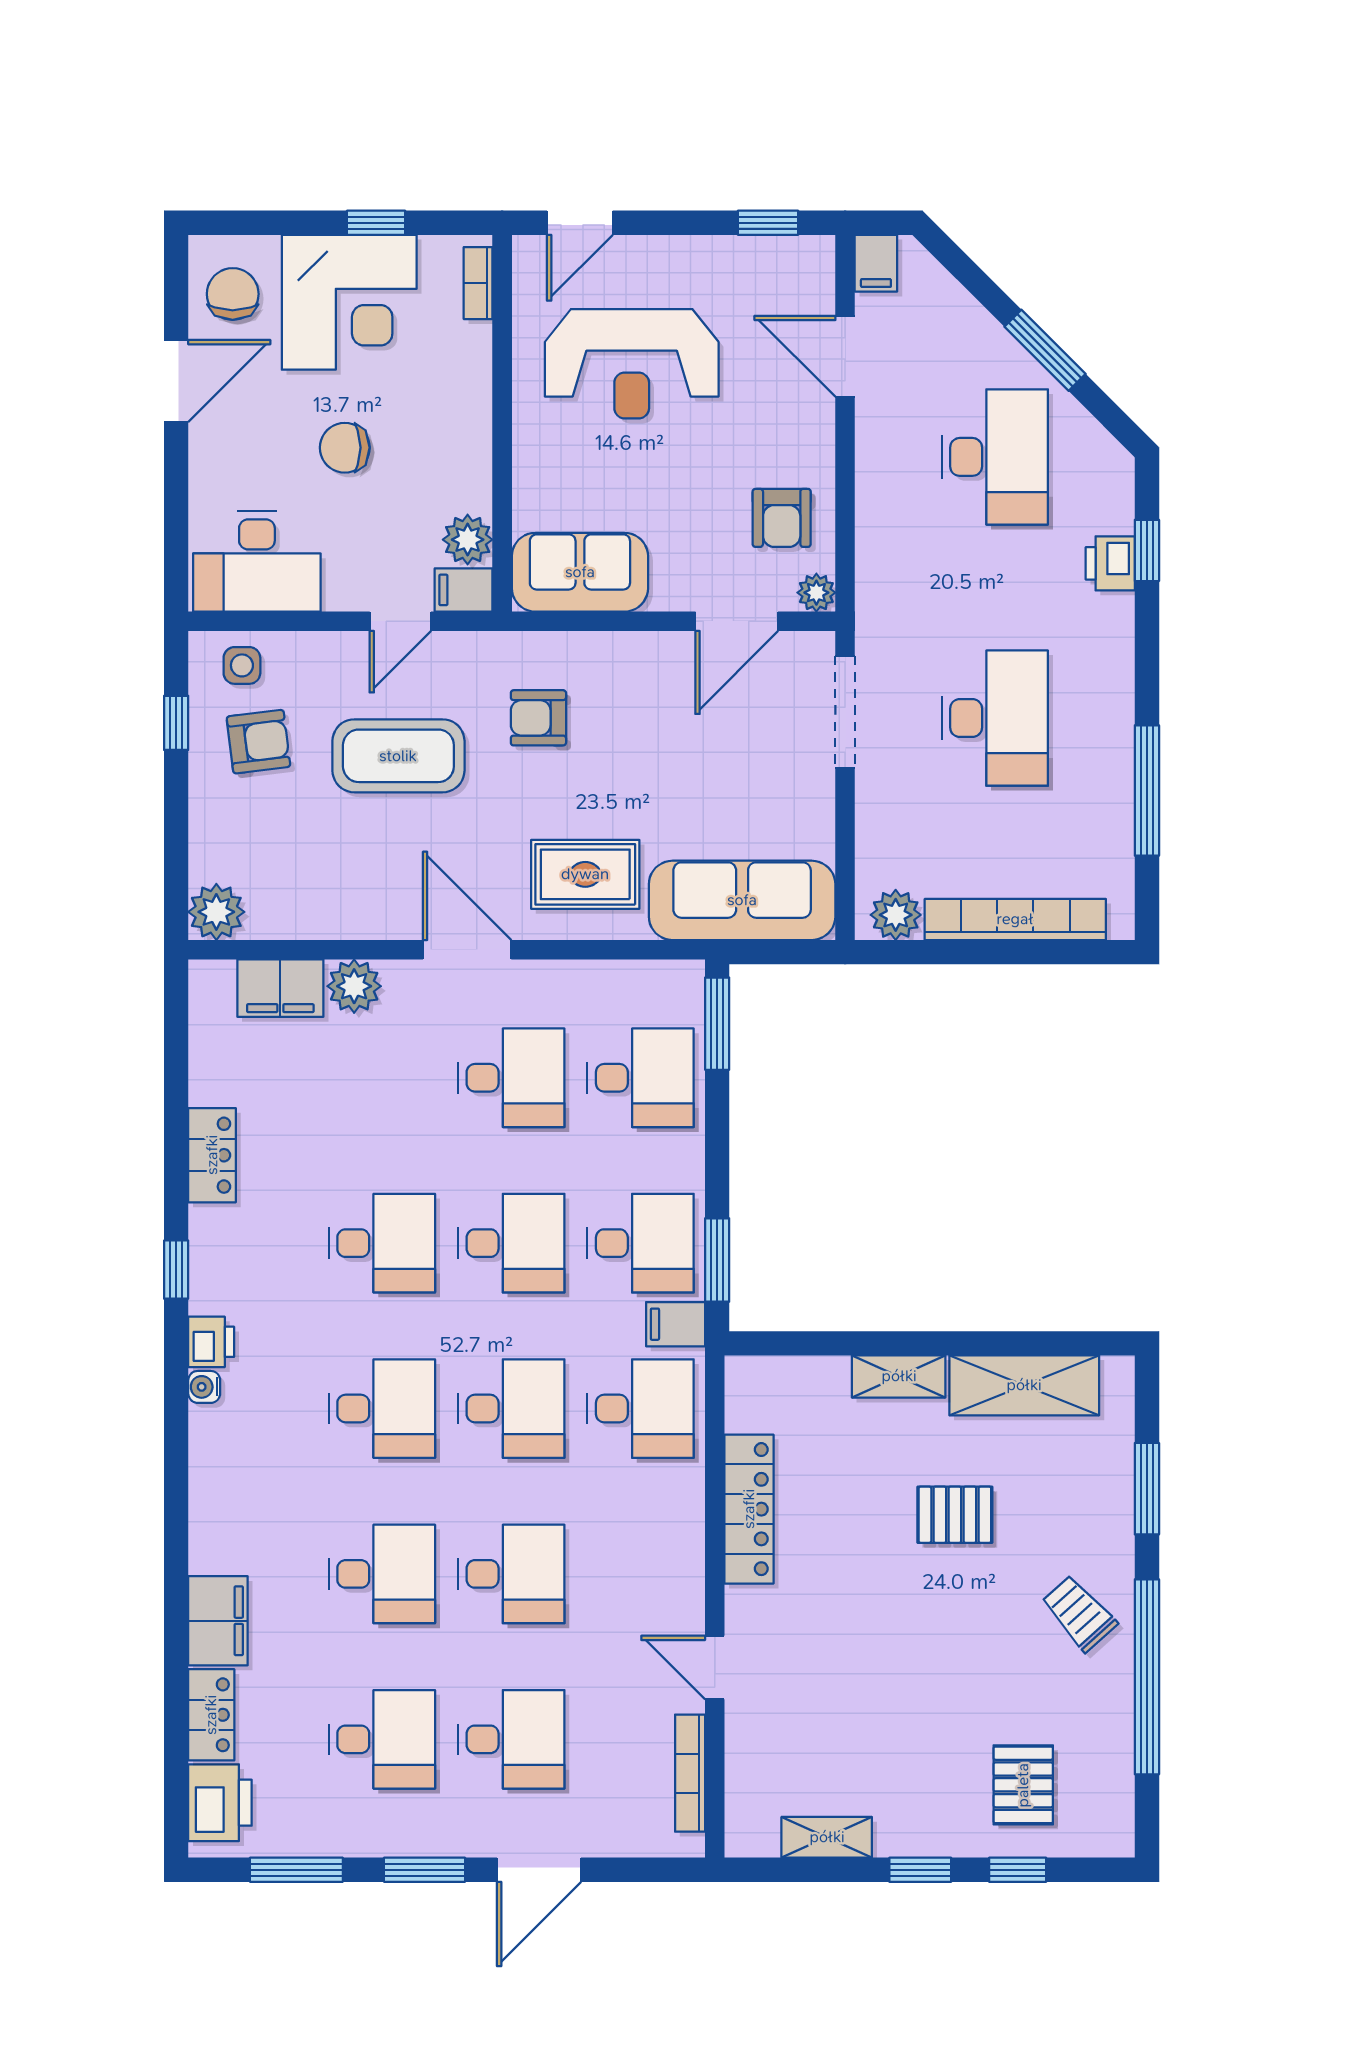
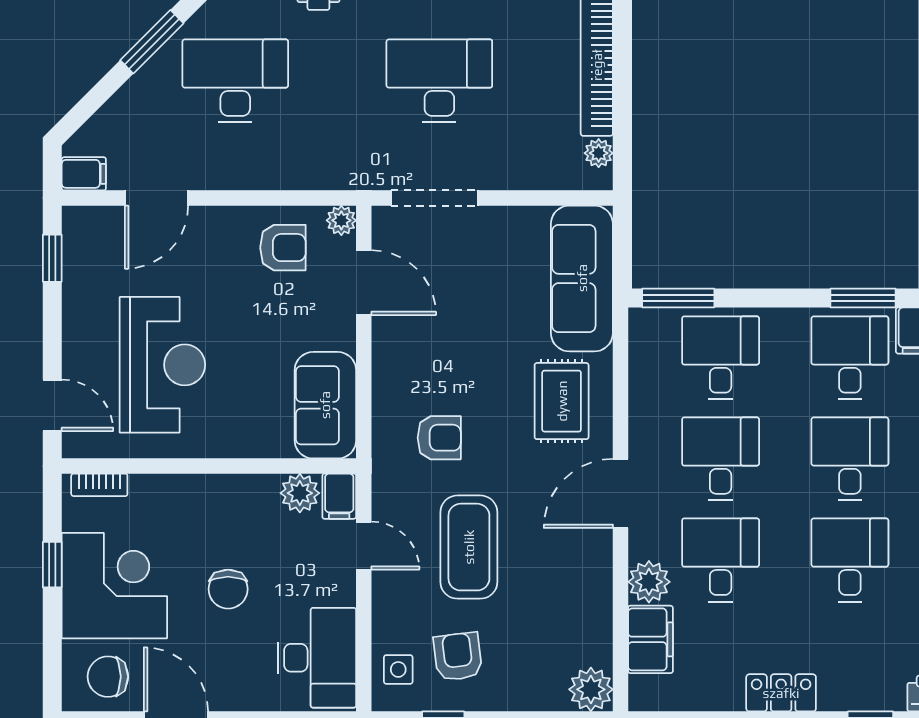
armchair: (538, 718) -> (439, 438), turned -90
plant: (896, 915) -> (599, 153), width x0.73, depth x0.73
desk: (382, 1078) -> (721, 560), added

